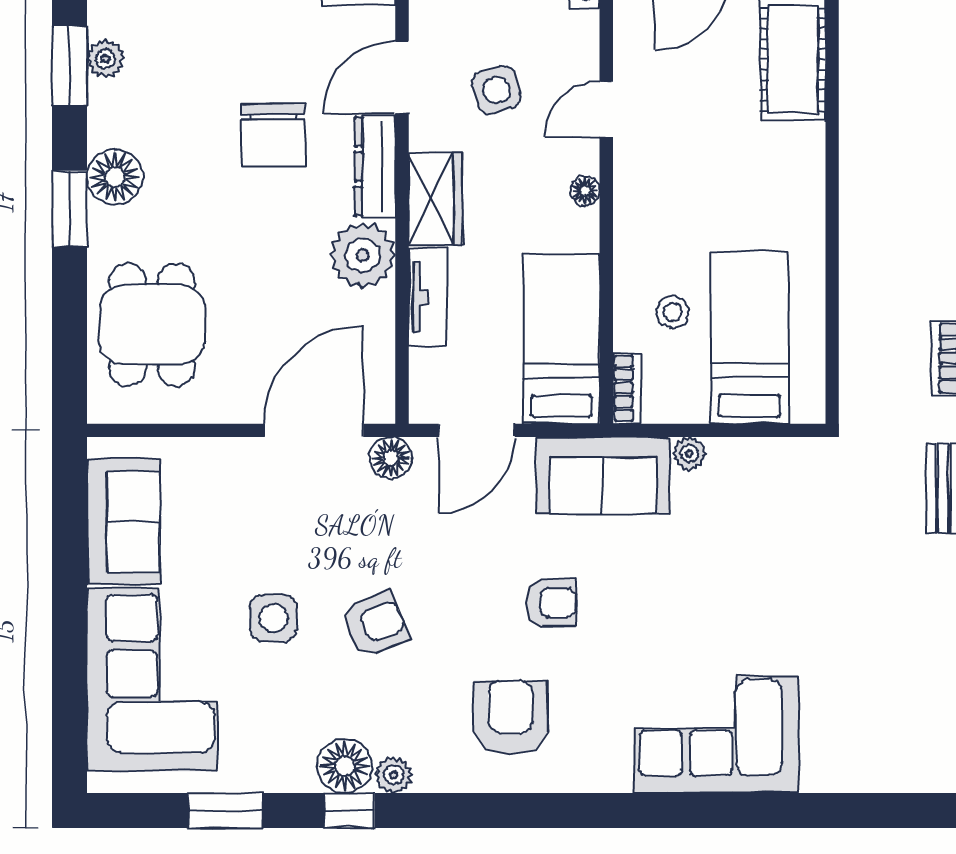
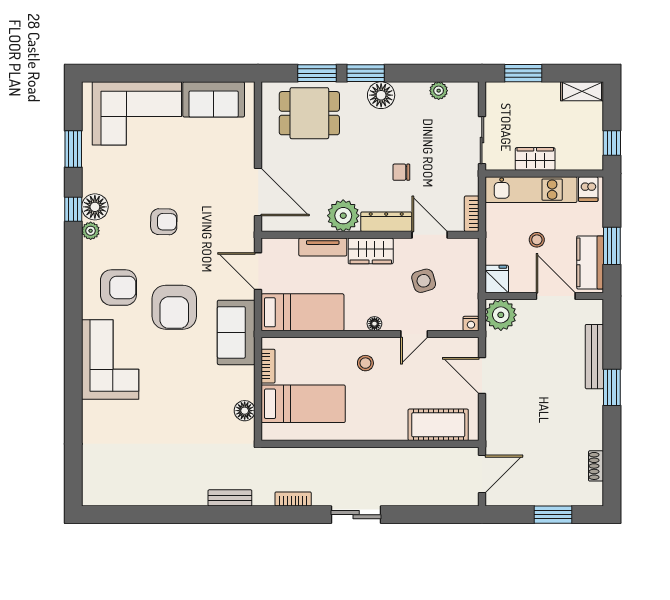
window: (70, 66) -> (317, 73), moved
door: (606, 109) -> (414, 334), swing flipped
chair: (273, 136) -> (401, 172), width x0.54, depth x0.54
stool: (672, 312) -> (365, 363), moved
bookcase: (627, 388) -> (268, 366), moved, turned -90
plant: (689, 453) -> (247, 374), removed
floor lamp: (391, 458) -> (245, 411), moved
armchair: (551, 603) -> (174, 307), width x1.88, depth x1.88
side table: (273, 618) -> (167, 172), removed
armchair: (375, 624) -> (164, 222), turned -67
corner sofa: (716, 735) -> (110, 359), moved

